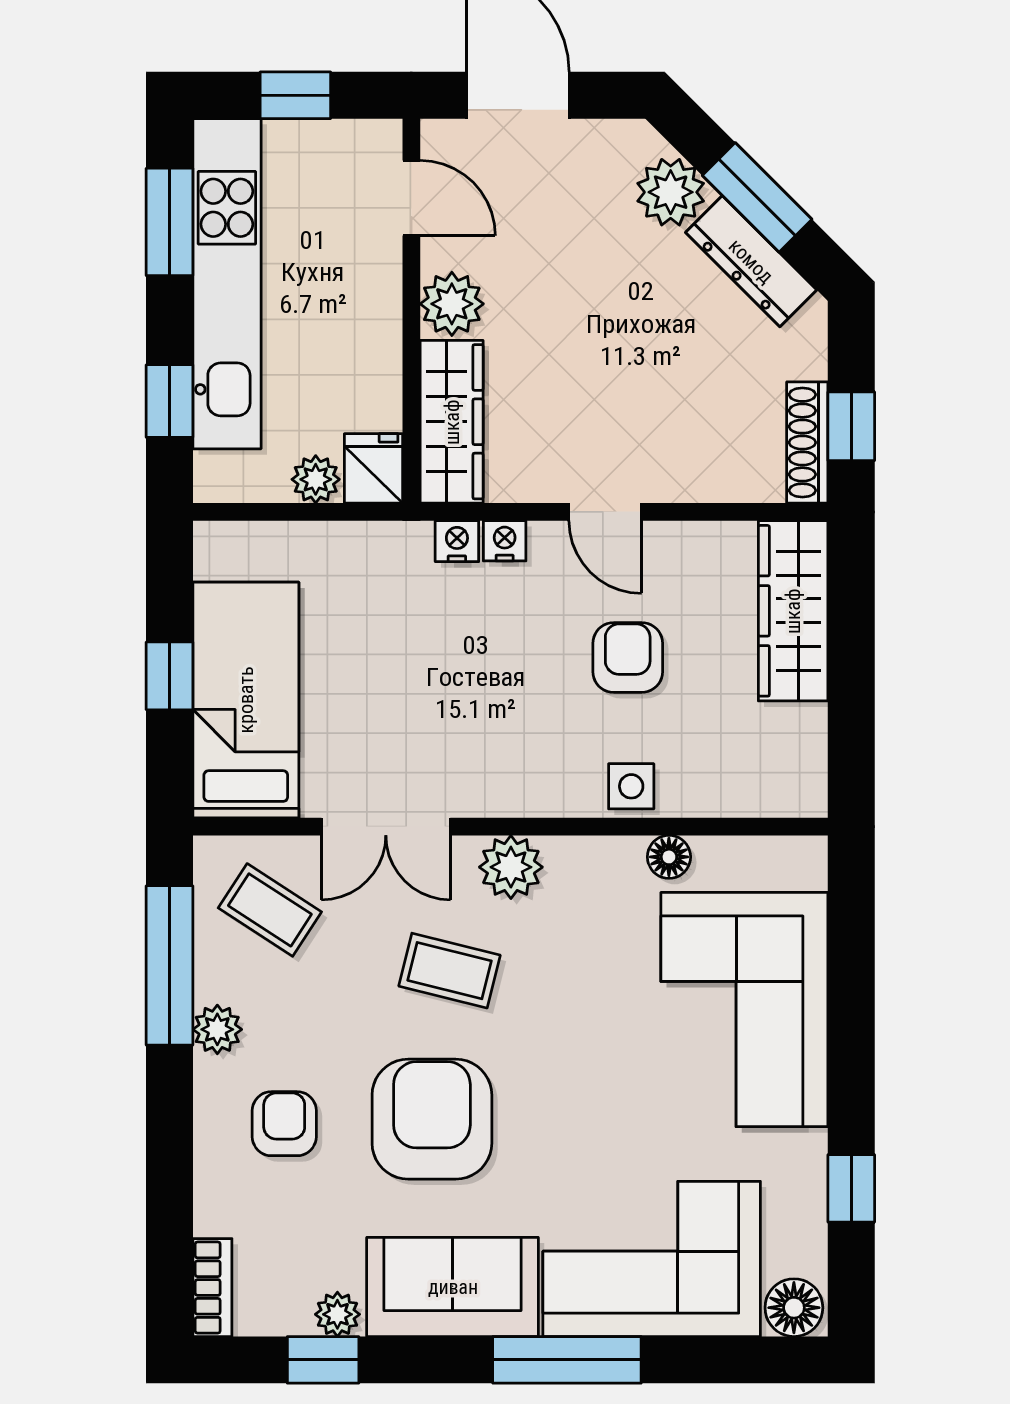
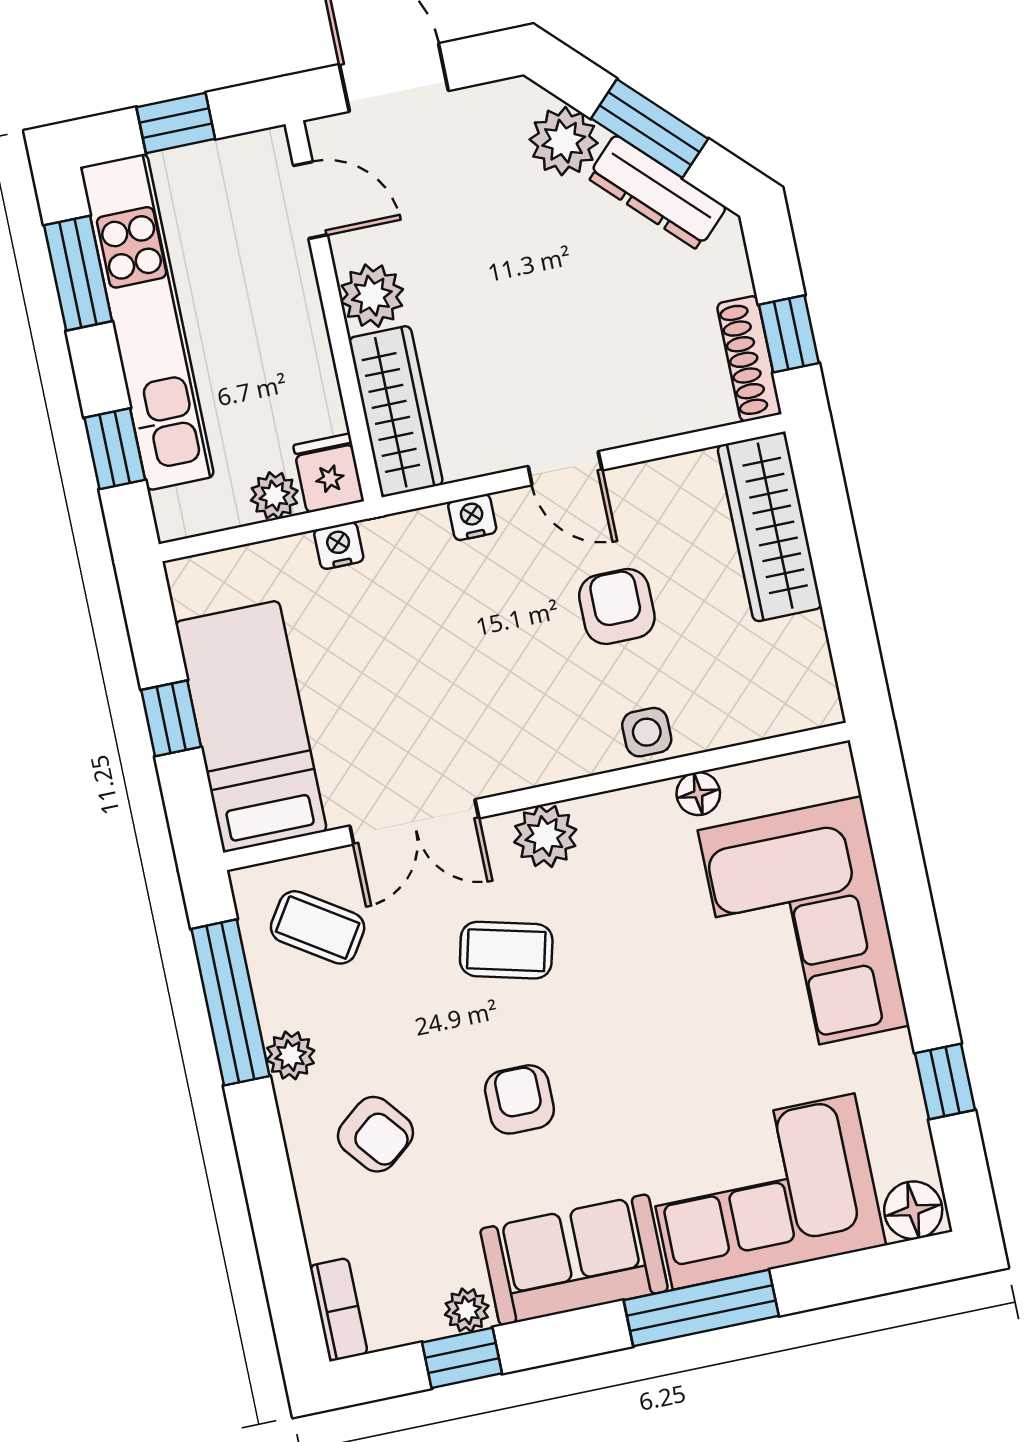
nightstand: (457, 541) -> (339, 546), moved
armchair: (432, 1119) -> (519, 1099), width x0.53, depth x0.53
armchair: (284, 1124) -> (375, 1134), turned 141

